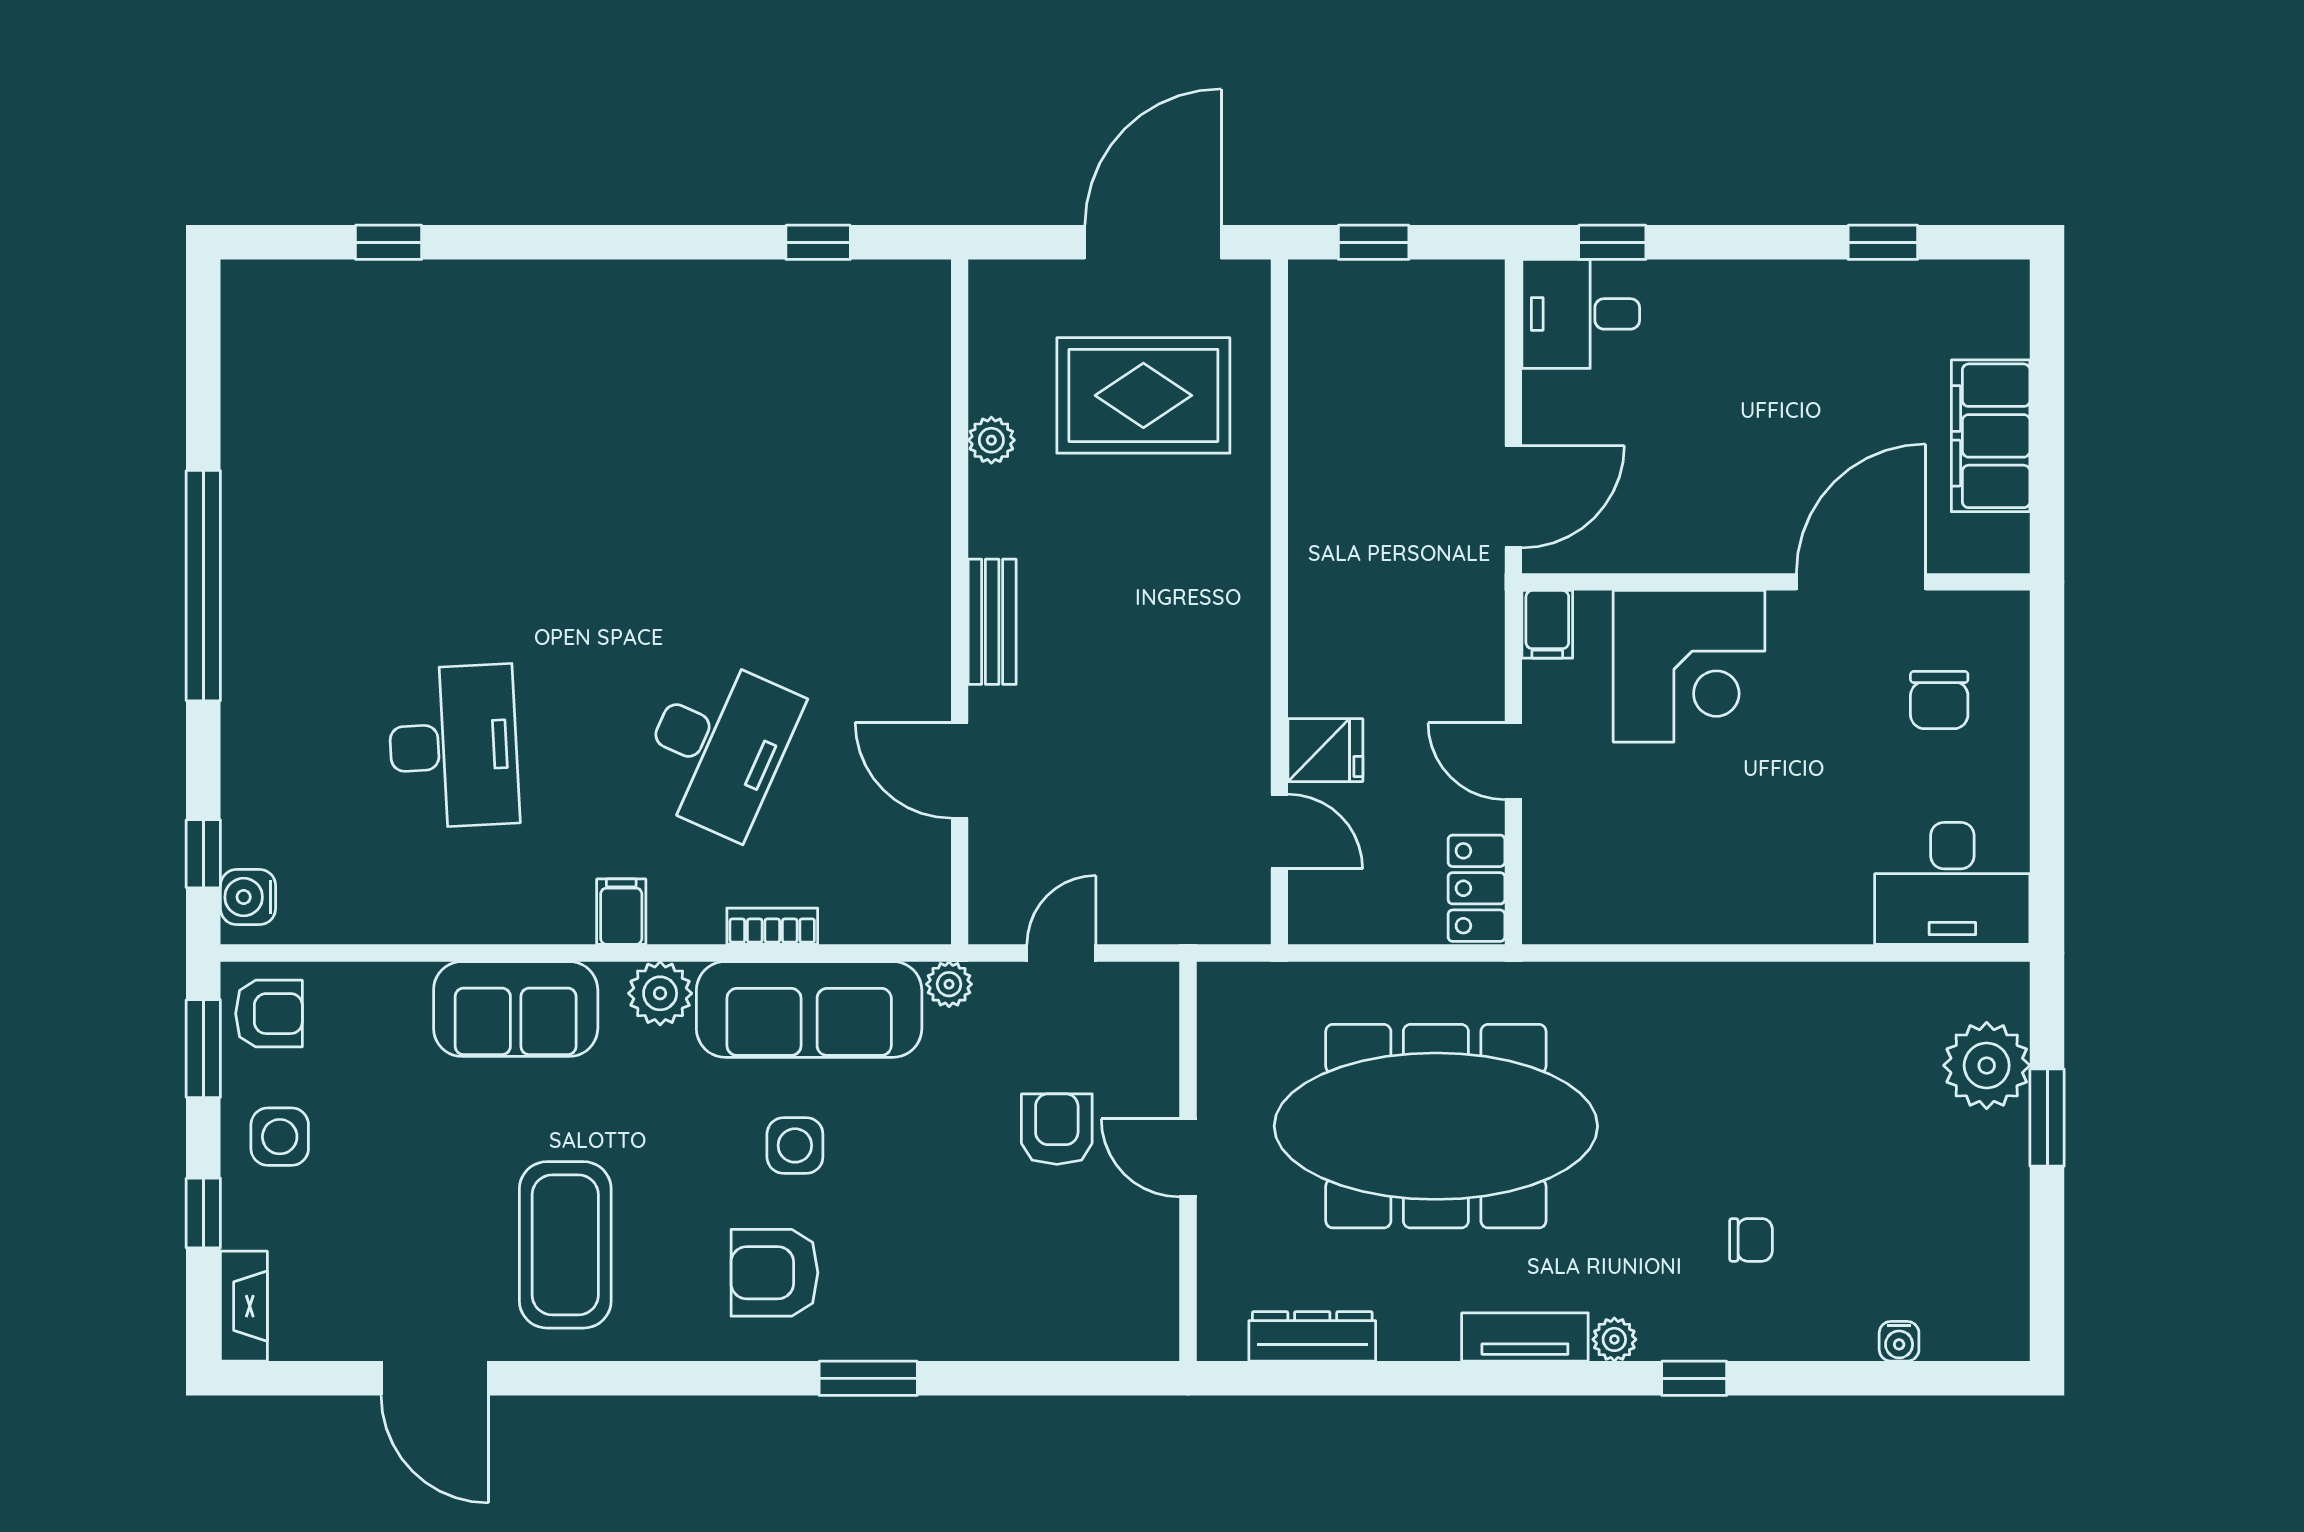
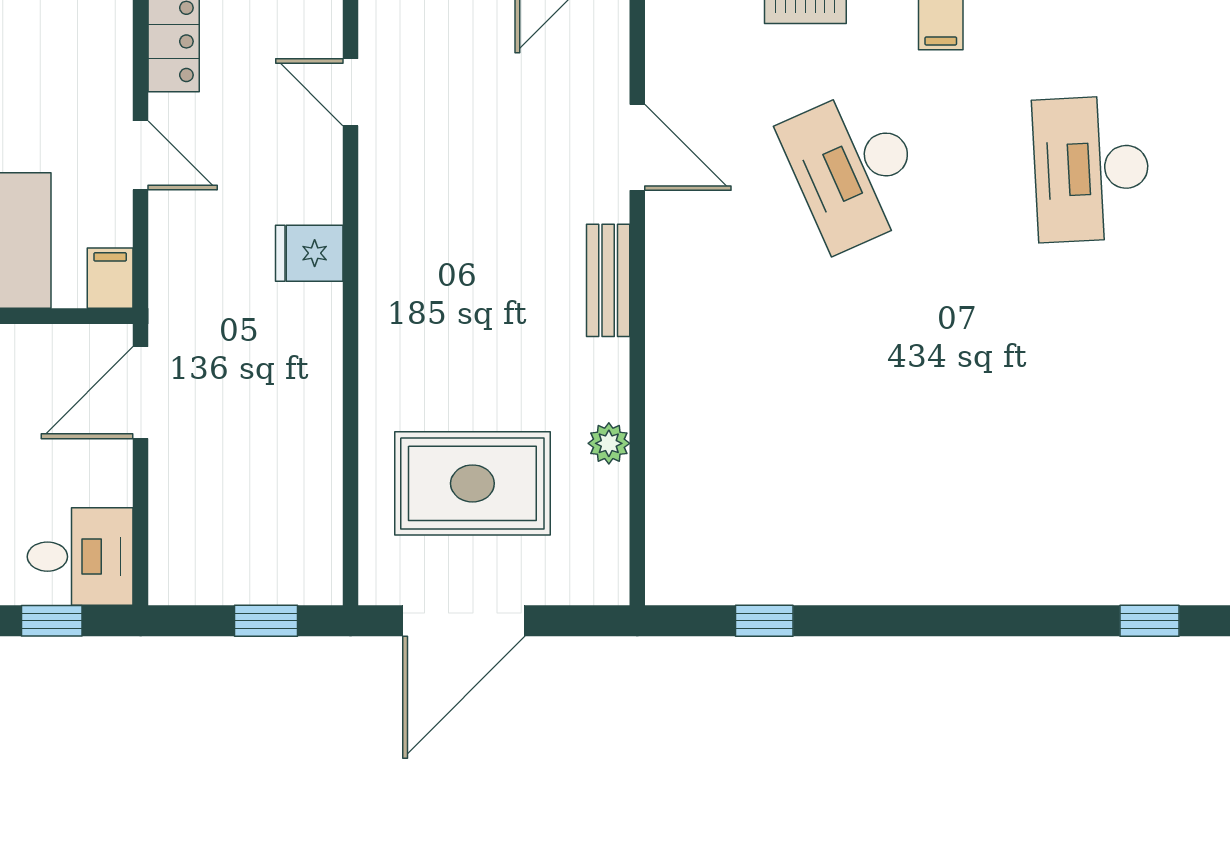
desk: (718, 746) -> (854, 169), turned -48
fridge: (1325, 750) -> (309, 253), moved

